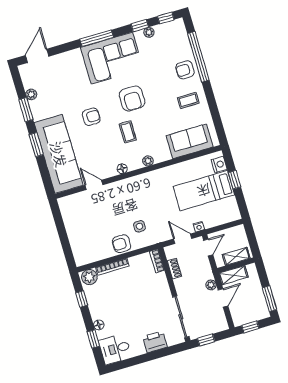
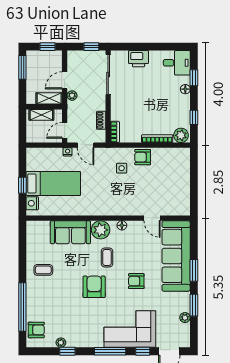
window: (166, 18) -> (143, 351), moved
corner sofa: (112, 58) -> (130, 329), moved
armchair: (185, 70) -> (36, 330), moved
sofa: (190, 141) -> (70, 232), moved
plant: (148, 161) -> (101, 230), width x1.88, depth x1.88
armchair: (122, 244) -> (143, 157), turned 180

